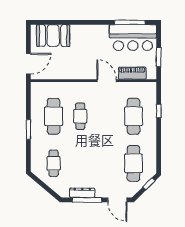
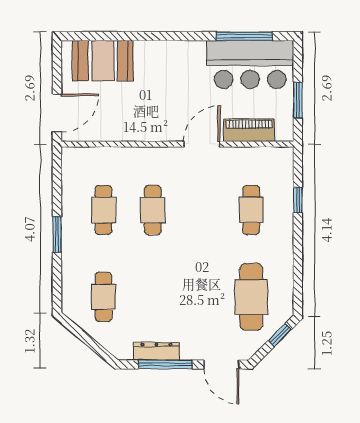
door: (107, 81) -> (202, 144), hinge flipped
cafe table: (54, 116) -> (104, 210), width x0.73, depth x0.74
cafe table: (133, 116) -> (251, 210), width x0.73, depth x0.74

